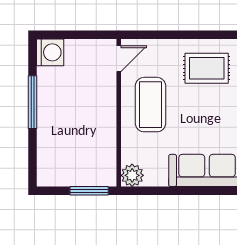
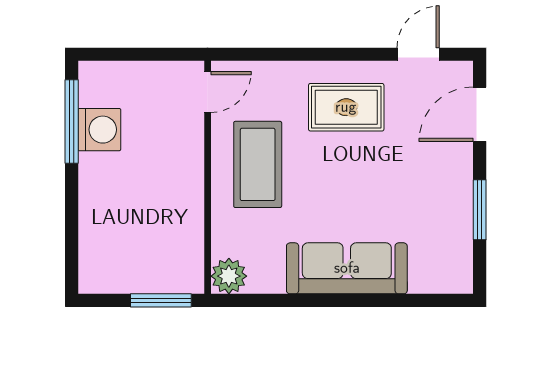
washing machine: (50, 52) -> (99, 130), moved
window: (33, 102) -> (72, 121), moved

